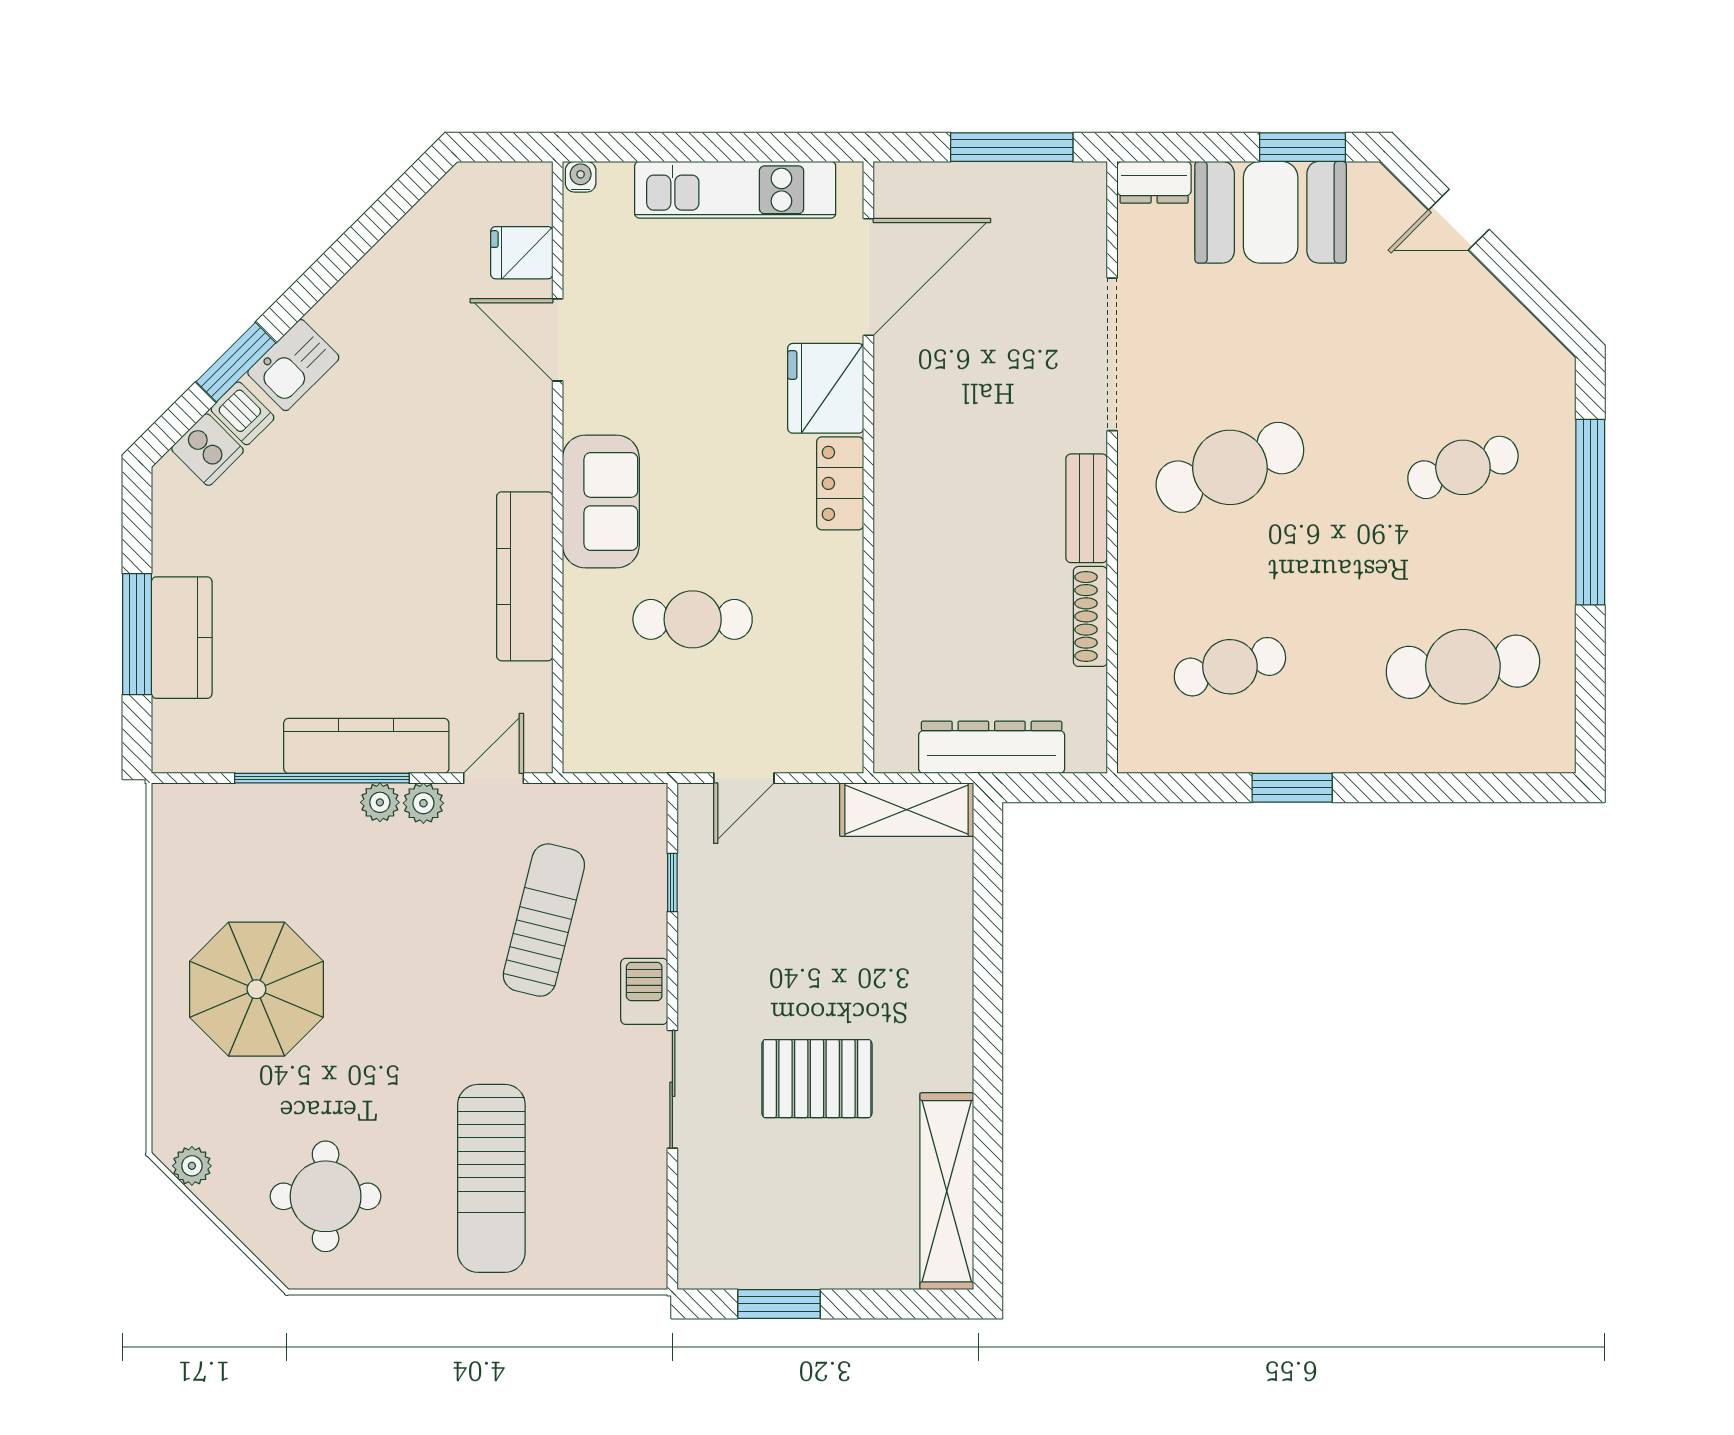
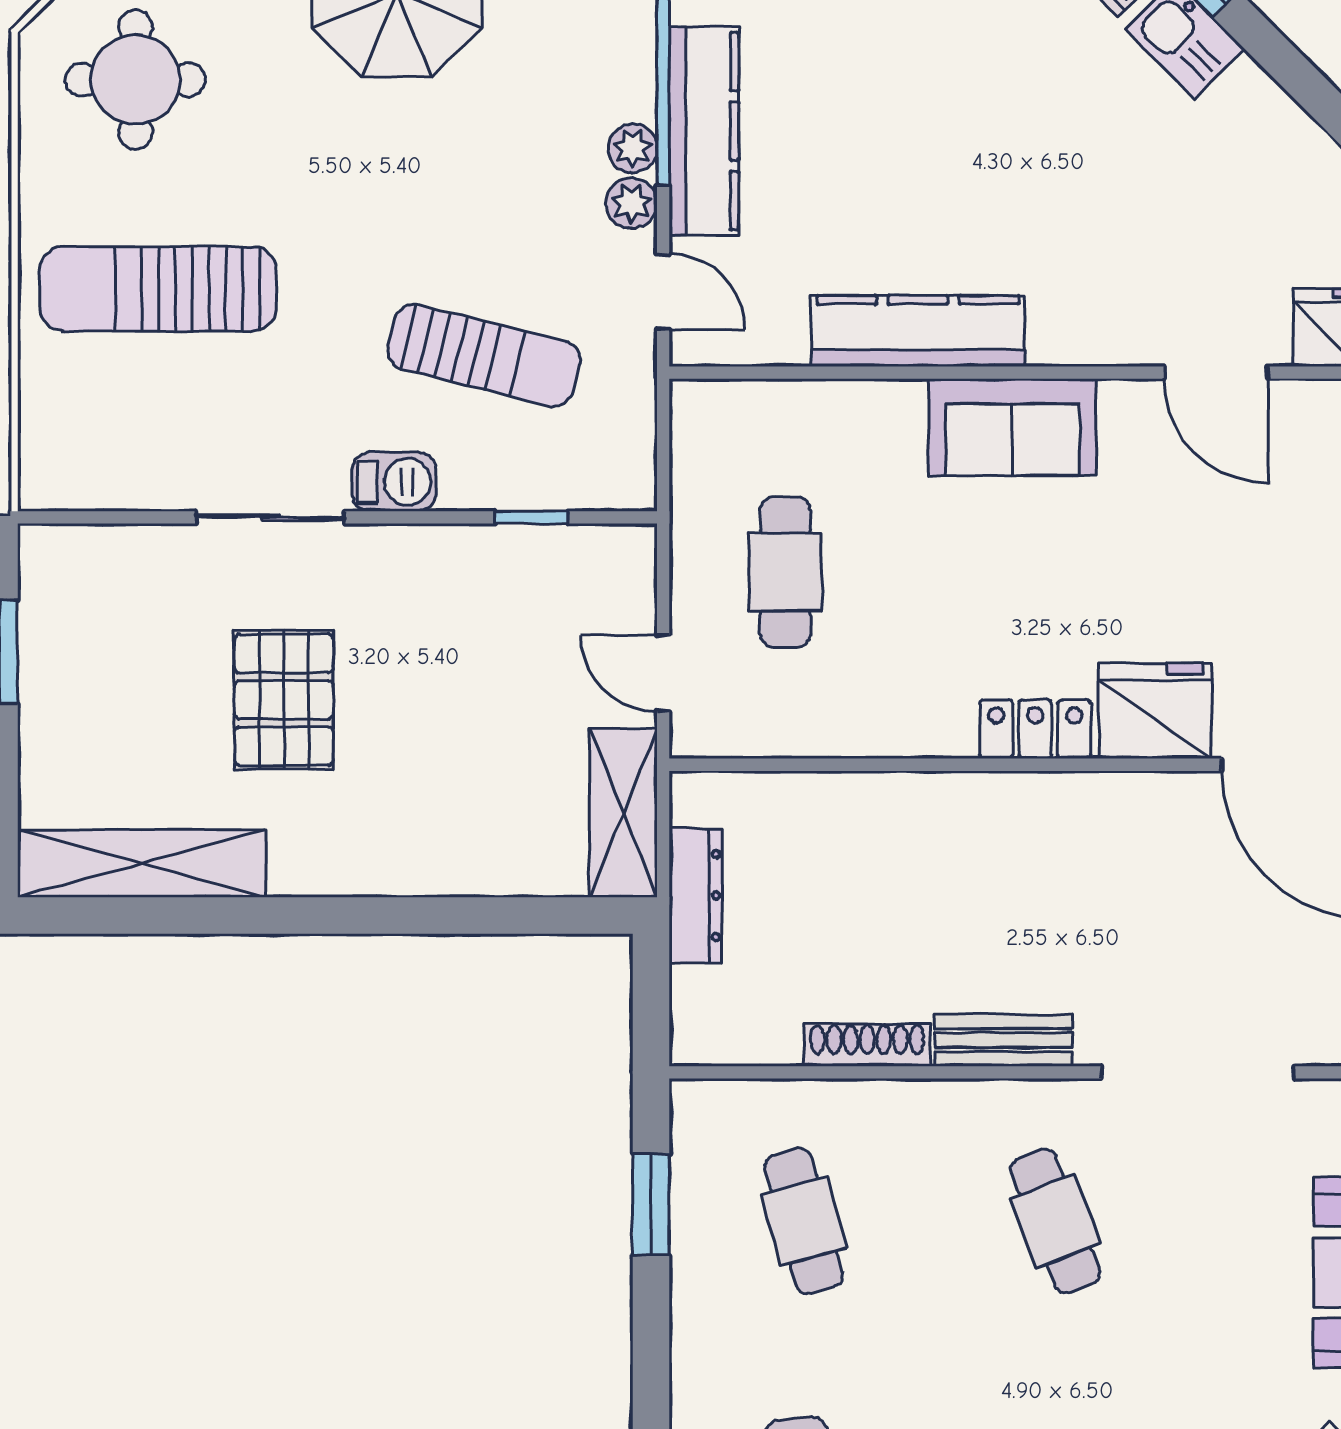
door: (558, 340) -> (1216, 373), swing flipped
cafe table: (1230, 467) -> (1055, 1221), width x0.73, depth x0.74
cafe table: (693, 619) -> (785, 572), moved
dresser: (992, 747) -> (696, 896), width x0.73, depth x0.80
door: (744, 778) -> (663, 673), moved
window: (1292, 788) -> (651, 1204), moved

